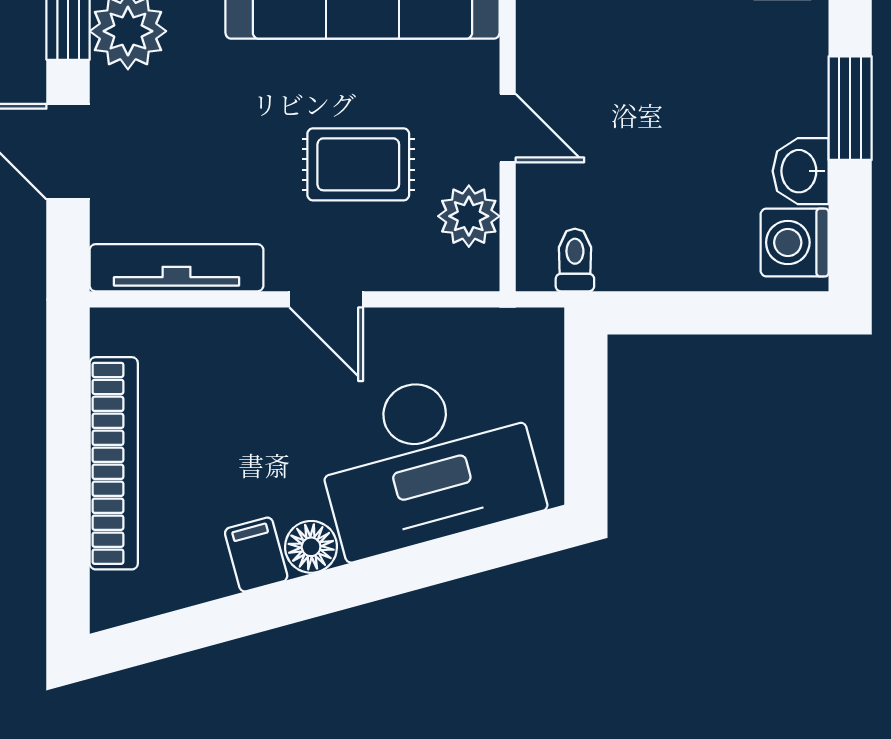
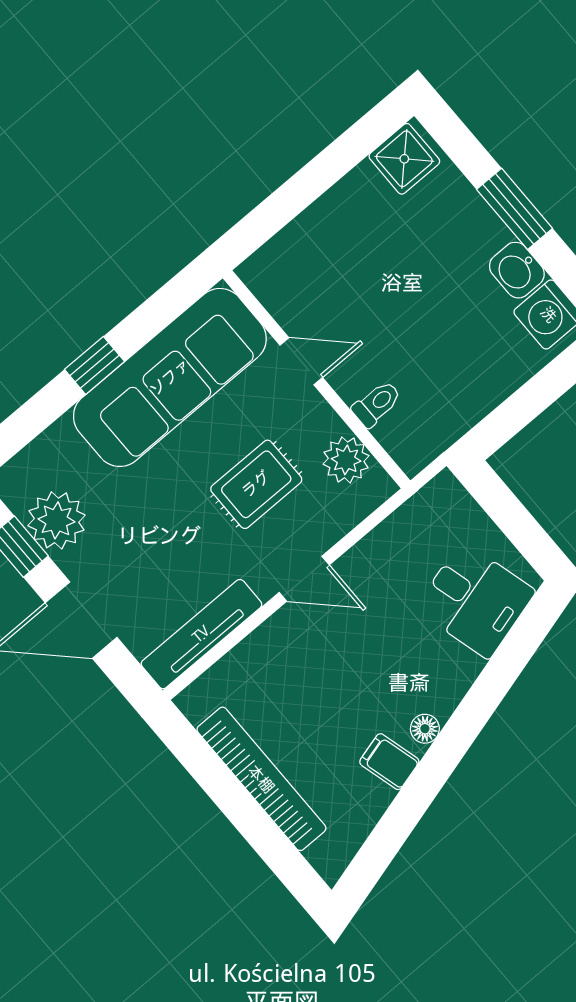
door: (508, 128) -> (301, 361), moved
toilet: (575, 260) -> (377, 404), moved, turned 90
desk: (427, 461) -> (475, 600), width x0.53, depth x0.77
floor lamp: (311, 547) -> (425, 729), width x0.73, depth x0.73

